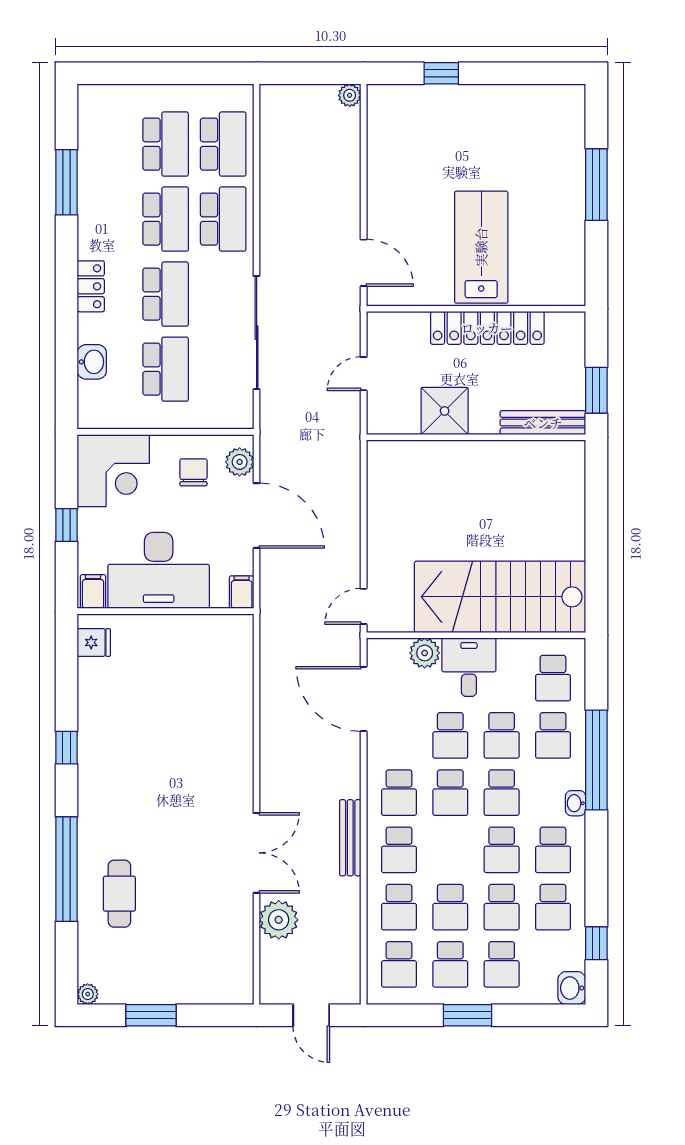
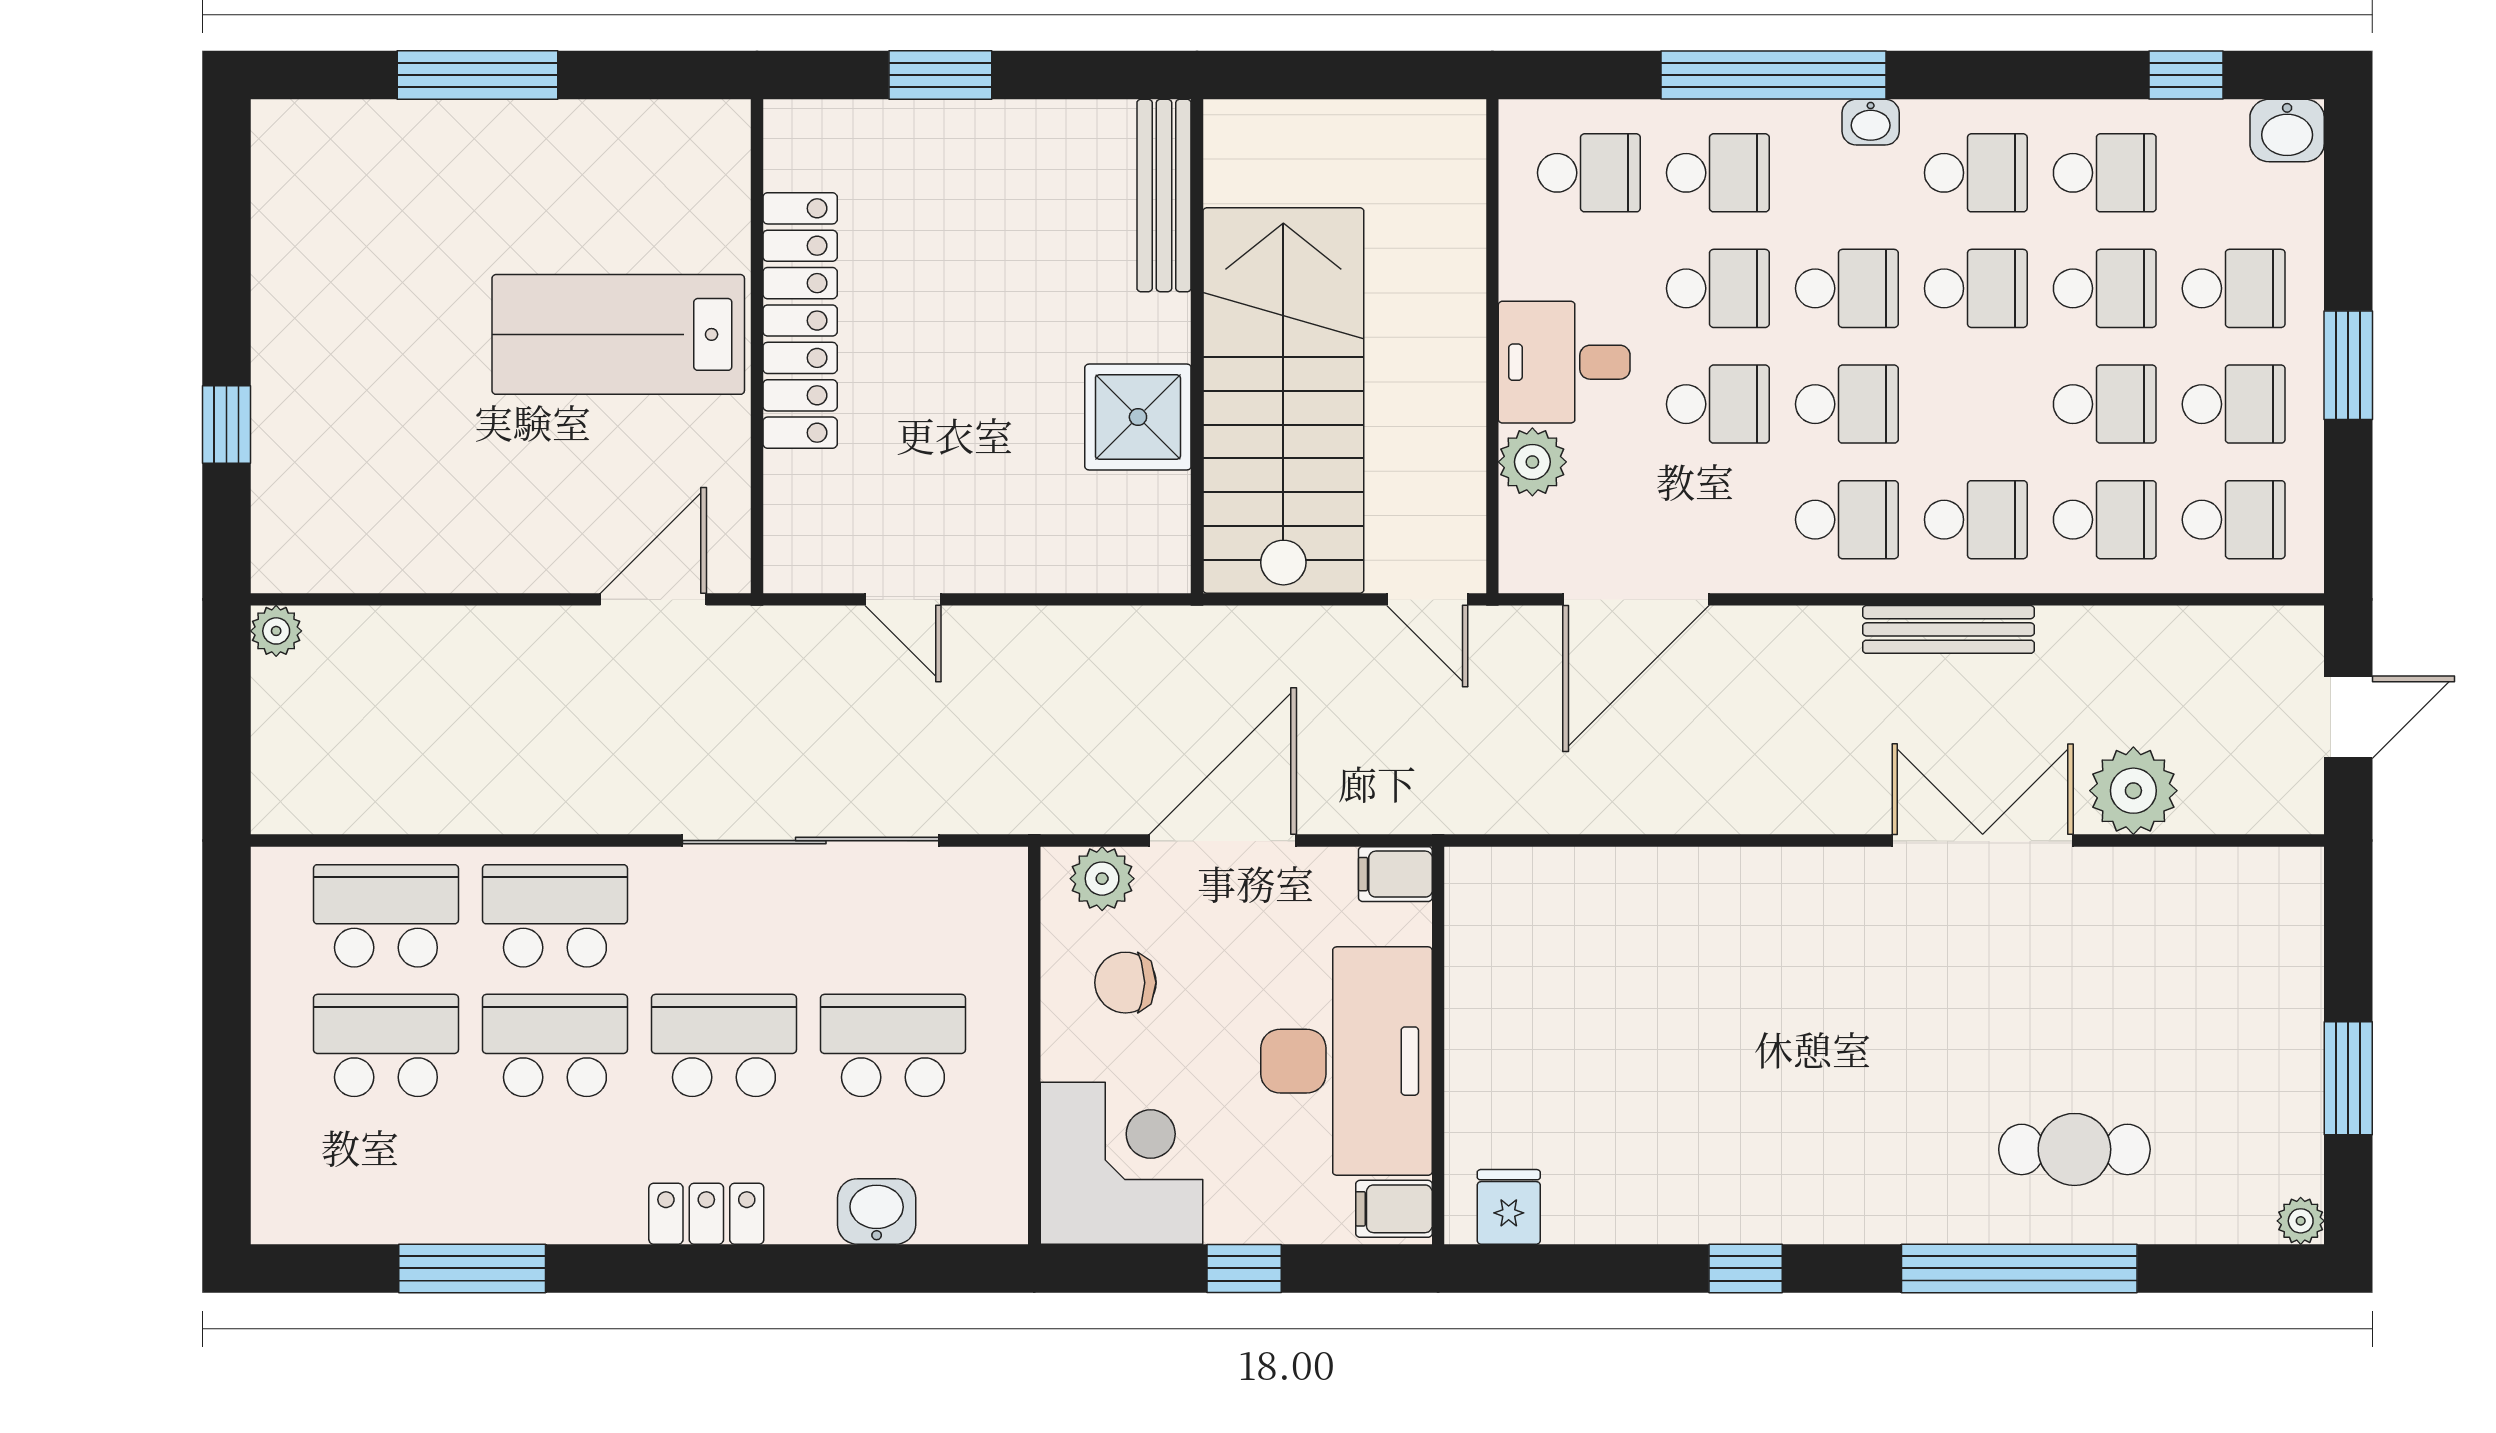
shower: (445, 411) -> (1138, 417), moved
bench: (543, 423) -> (1164, 195), moved
wall: (476, 437) -> (1197, 346), moved
stairs: (500, 597) -> (1283, 401), moved, turned 180

